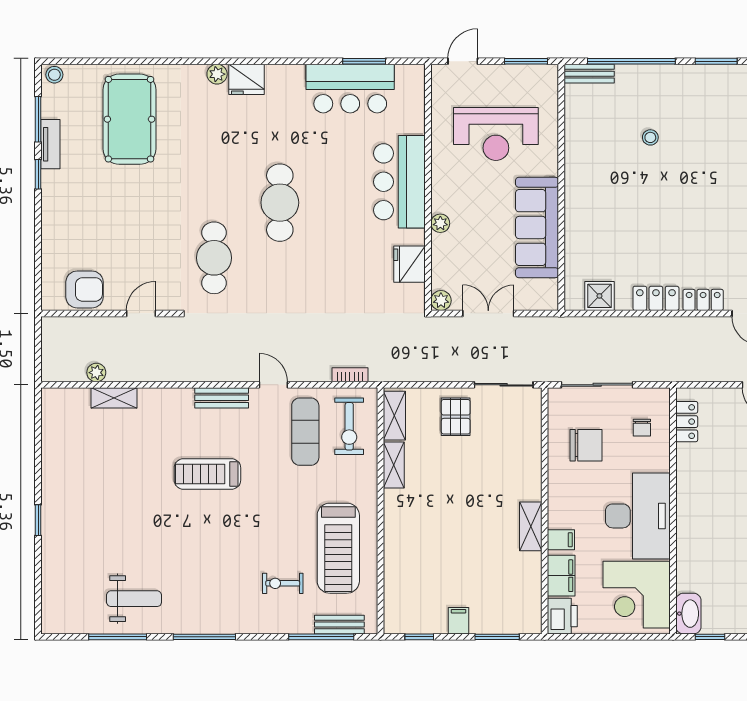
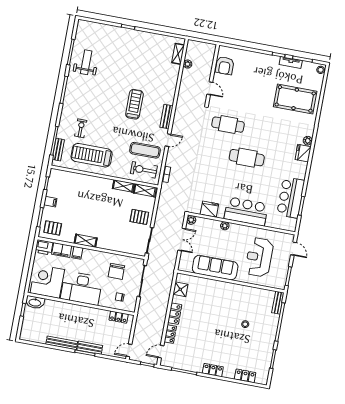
shelving: (114, 398) -> (178, 54), moved
weight bench: (134, 599) -> (86, 62), turned 180
pallet: (516, 605) -> (53, 228), added

